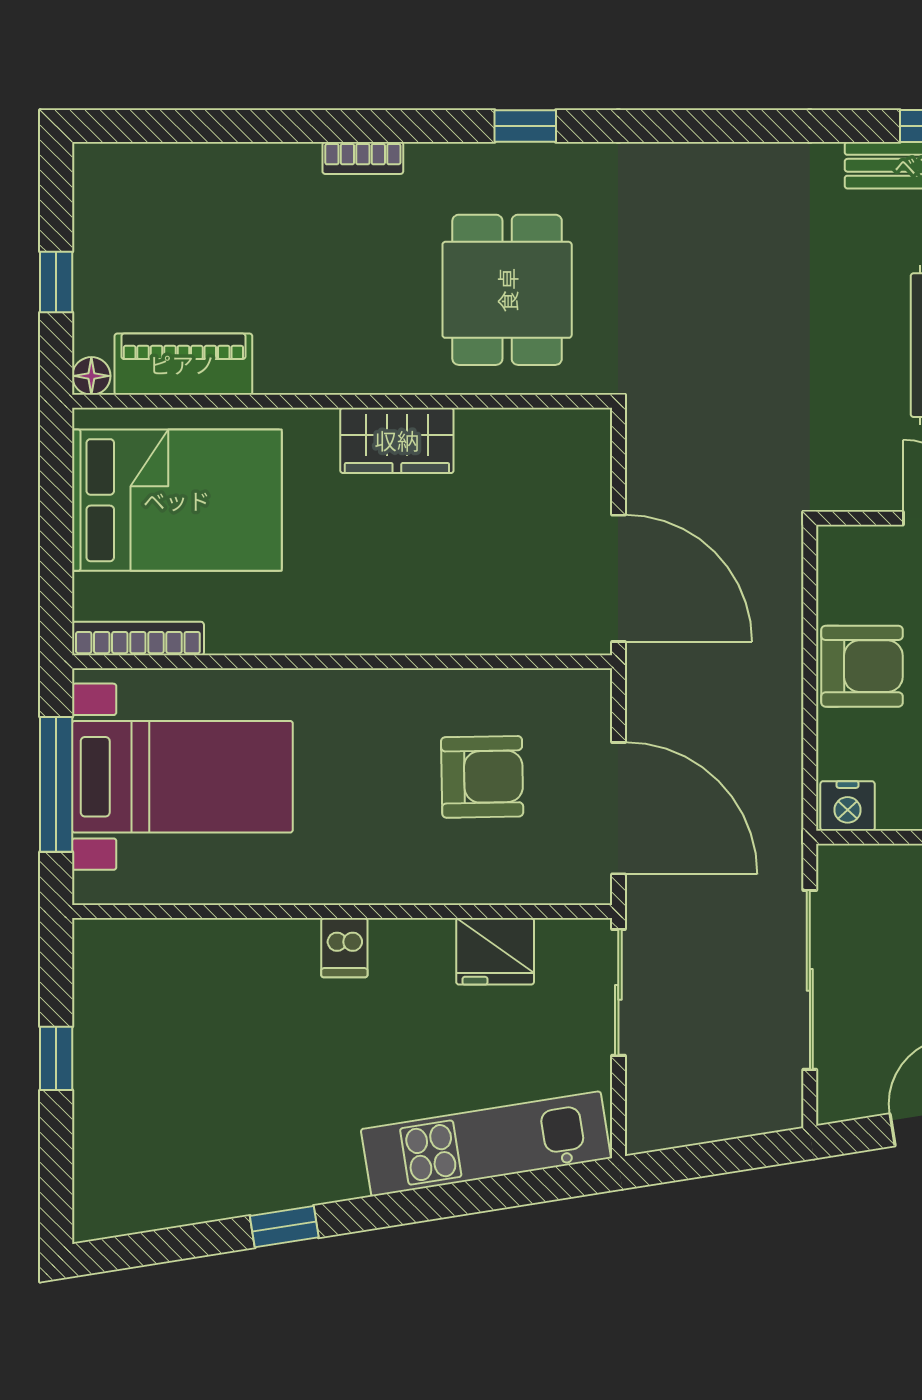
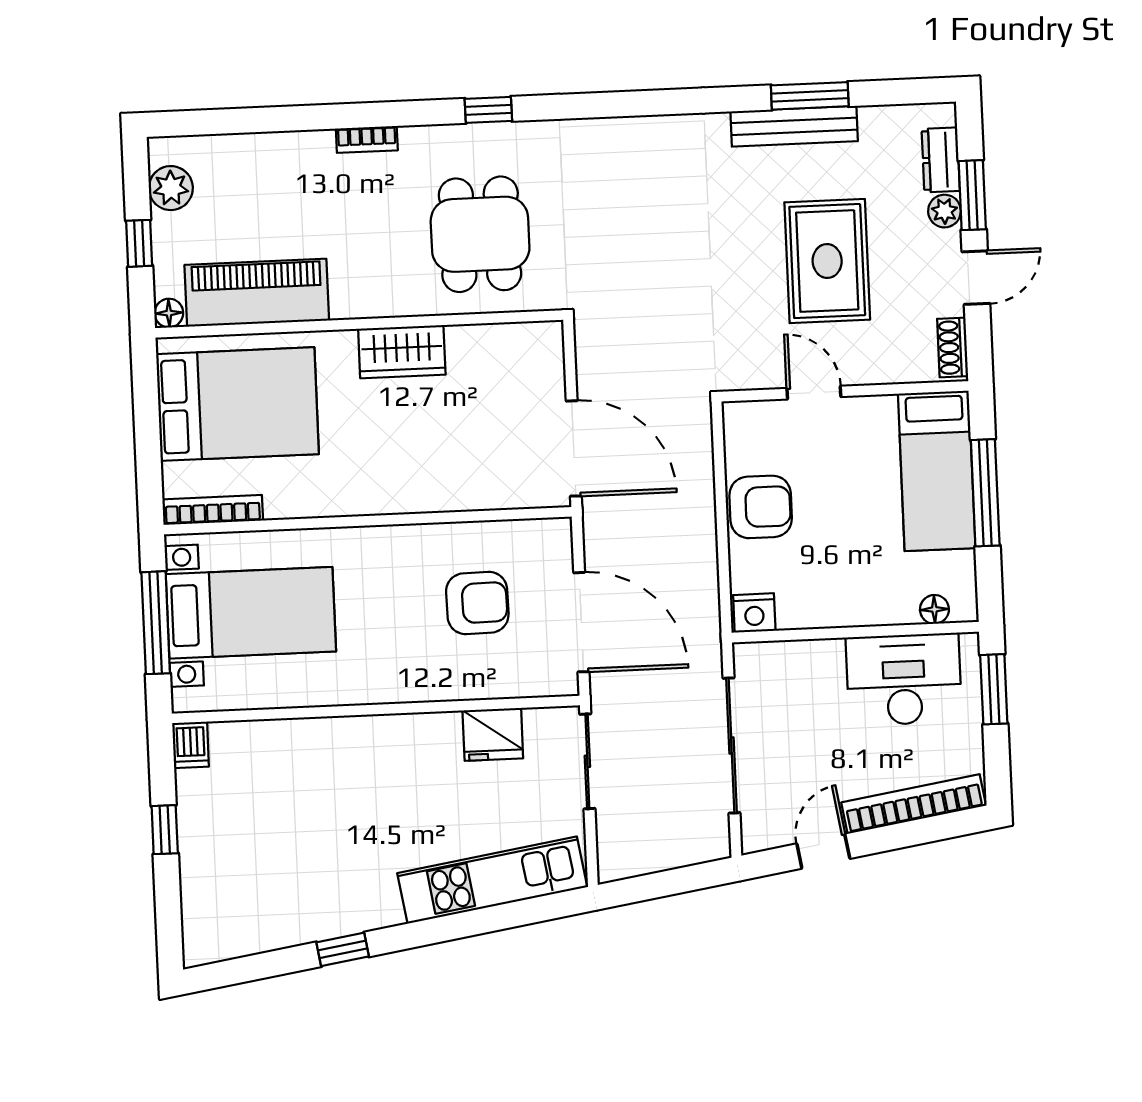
plant: (101, 211) -> (171, 188), added
piano: (183, 364) -> (257, 293), width x1.37, depth x1.33
dishwasher: (344, 948) -> (191, 745), moved

